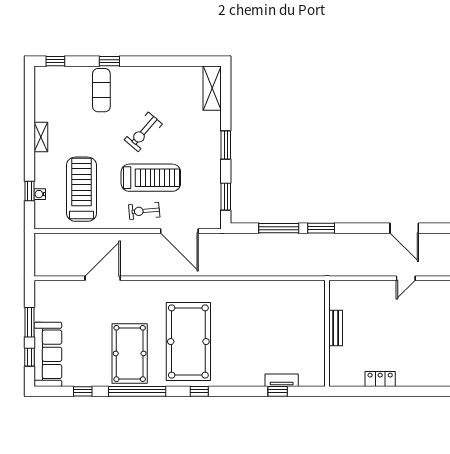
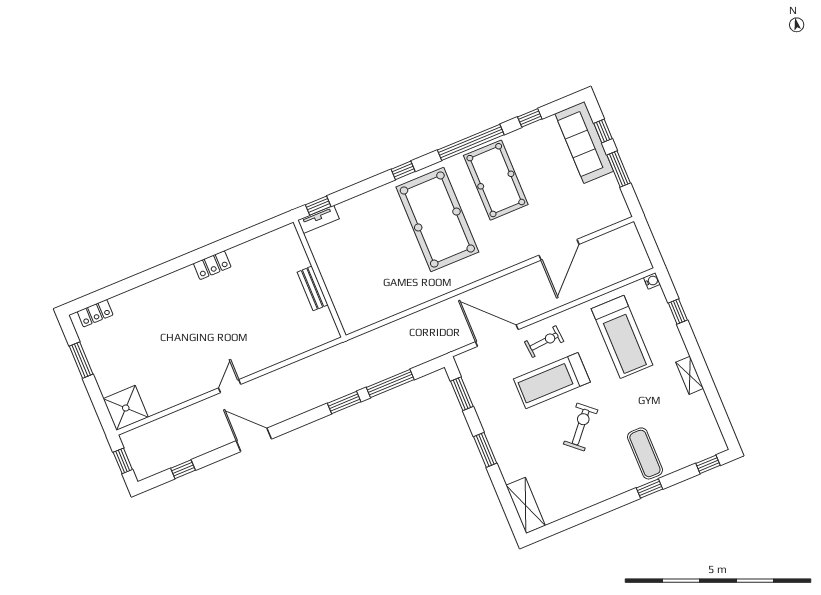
water cooler: (40, 194) -> (652, 281), moved
bench: (336, 328) -> (313, 288), moved
wall: (327, 333) -> (320, 279), moved

